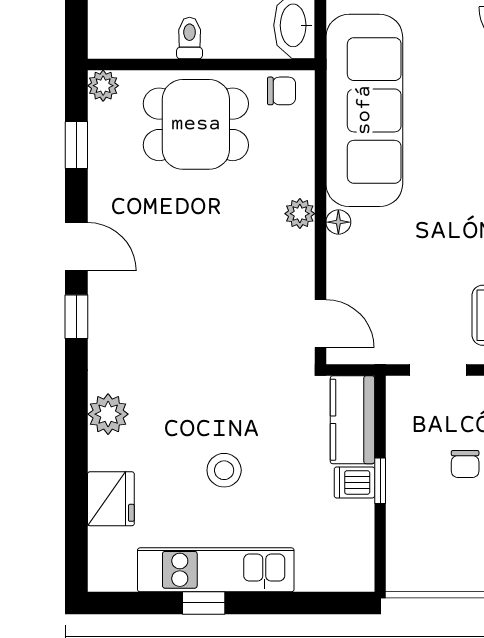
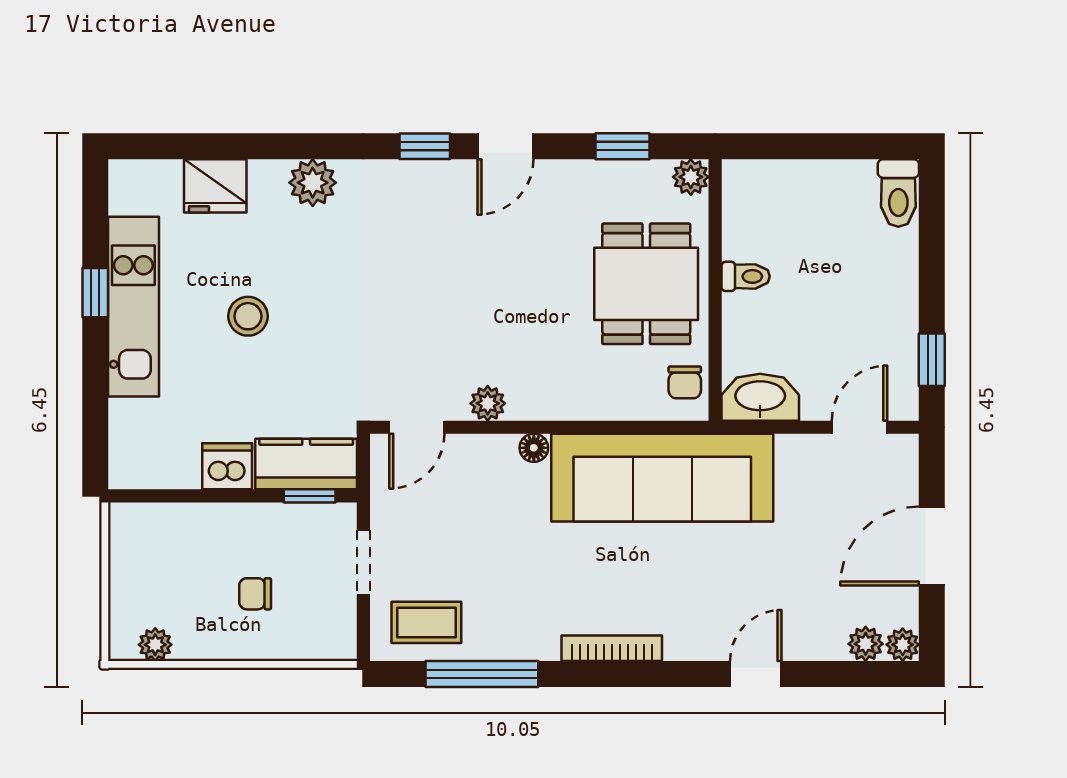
plant: (300, 214) -> (488, 403), moved
window: (380, 481) -> (310, 496), moved
dishwasher: (354, 482) -> (227, 466), width x1.38

